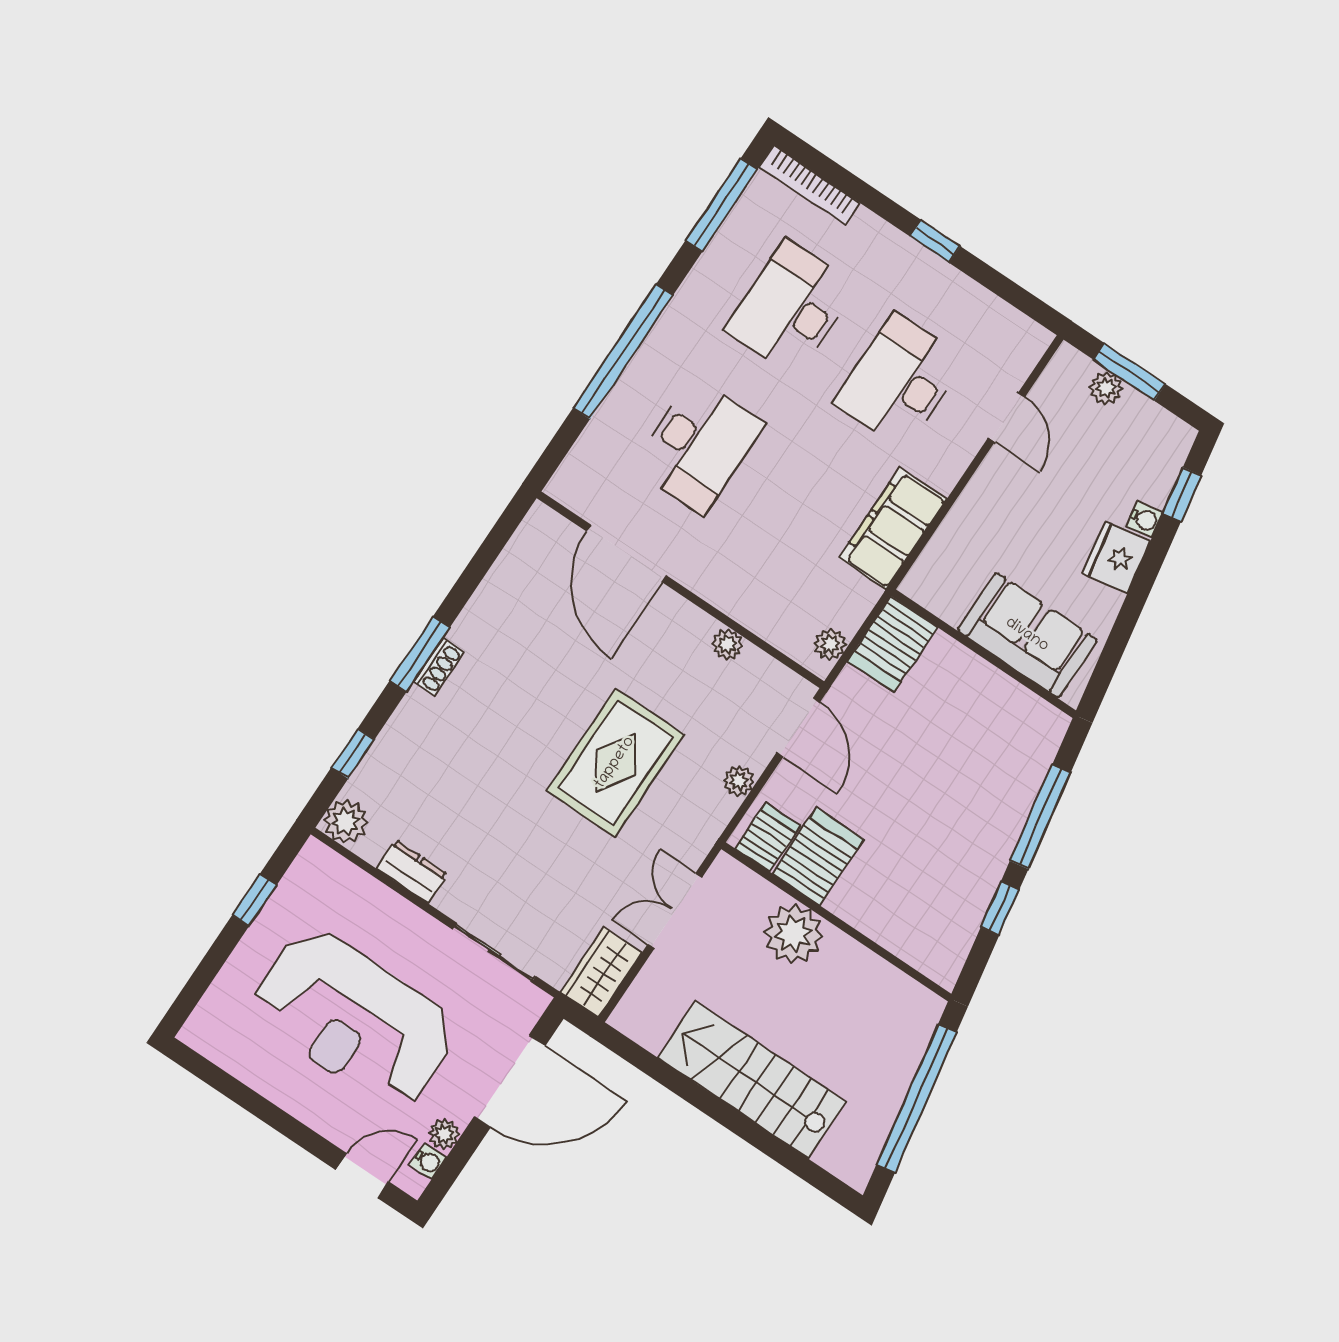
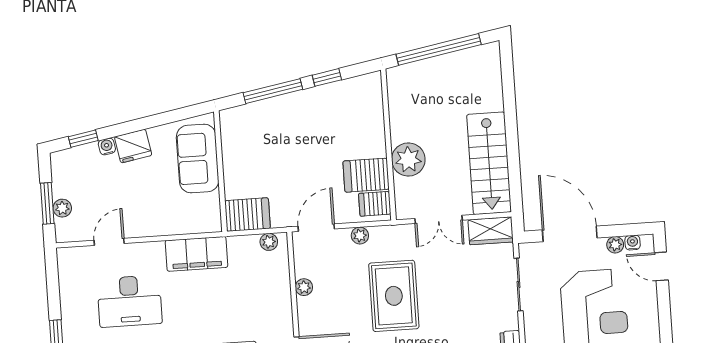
rug: (615, 763) -> (394, 296), turned 90
stairs: (752, 1080) -> (489, 163), moved

